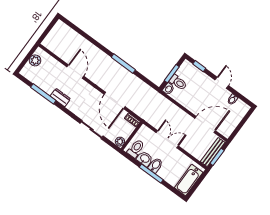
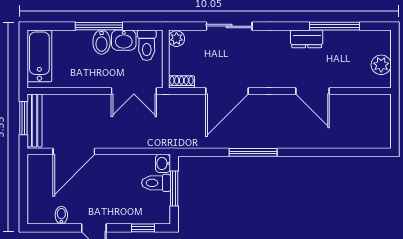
door: (115, 100) -> (227, 91), swing flipped
double door: (167, 139) -> (134, 91), moved

